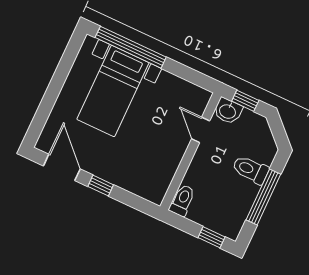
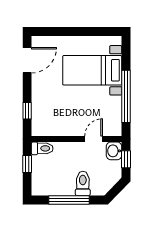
window: (131, 47) -> (126, 96), moved
window: (101, 186) -> (27, 111), moved
window: (212, 237) -> (27, 164), moved

